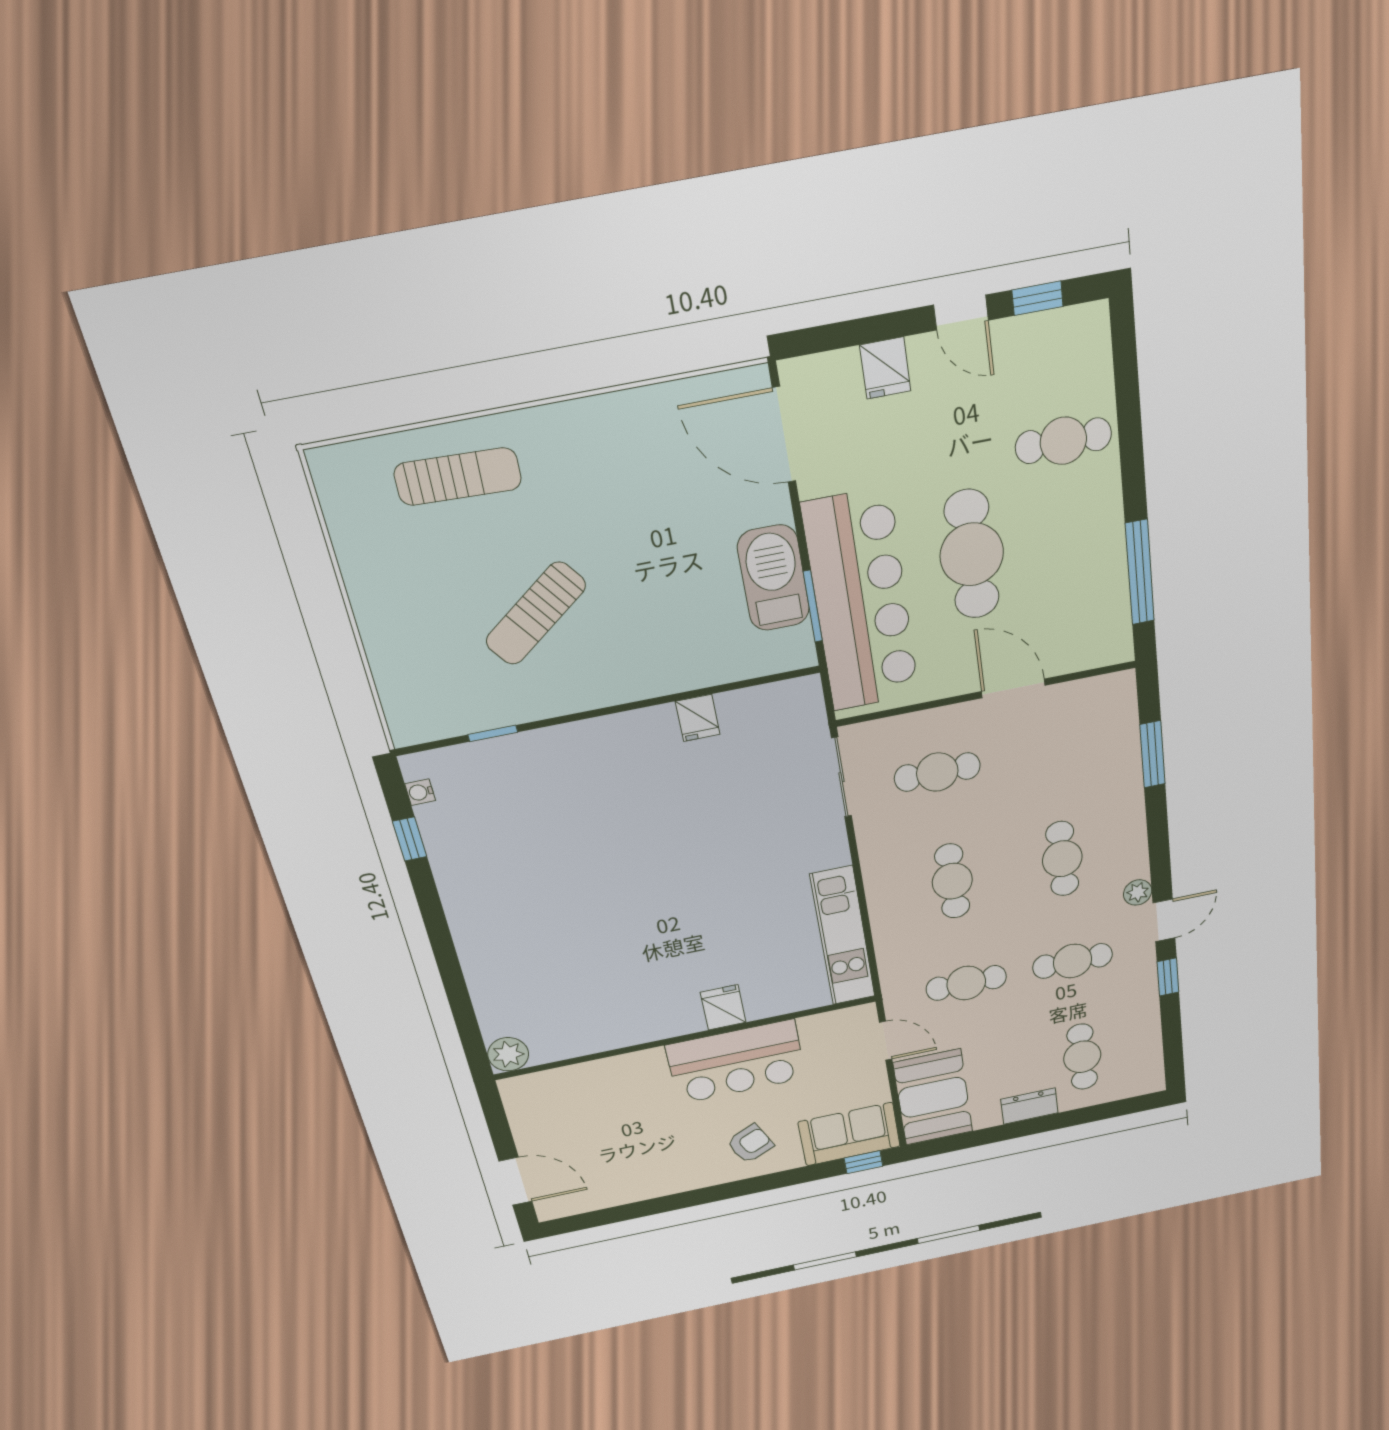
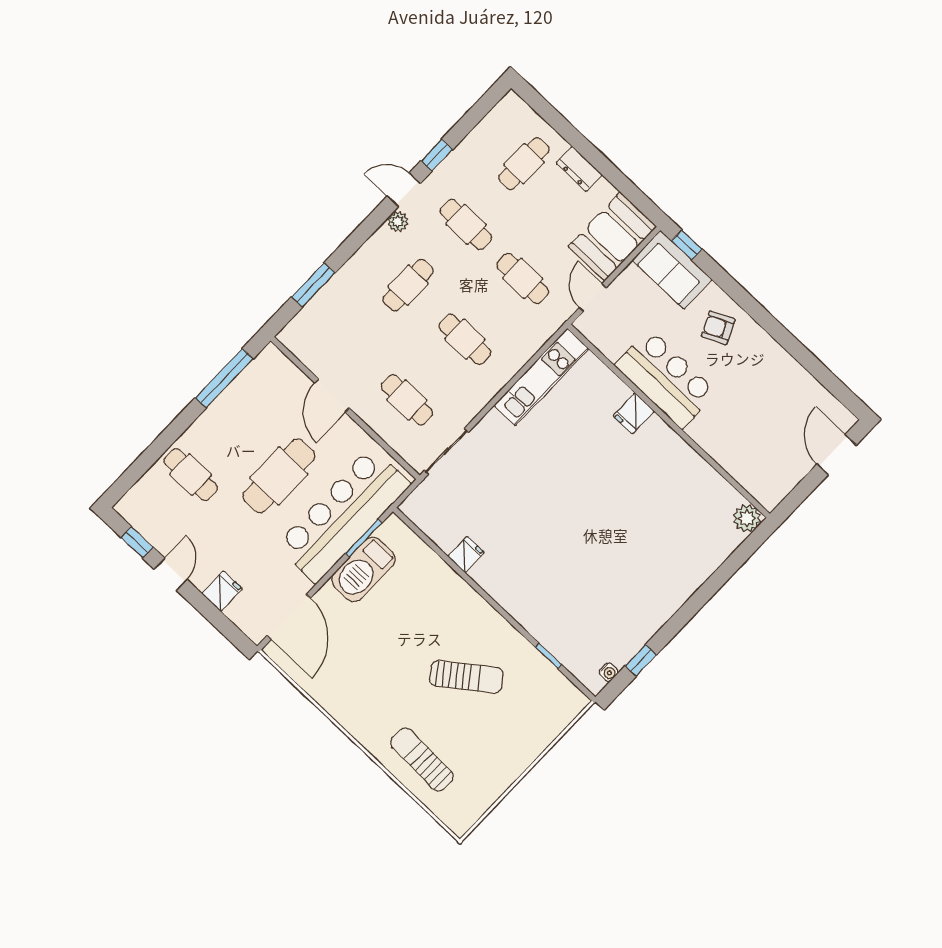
cafe table: (952, 881) -> (465, 339), turned 90

